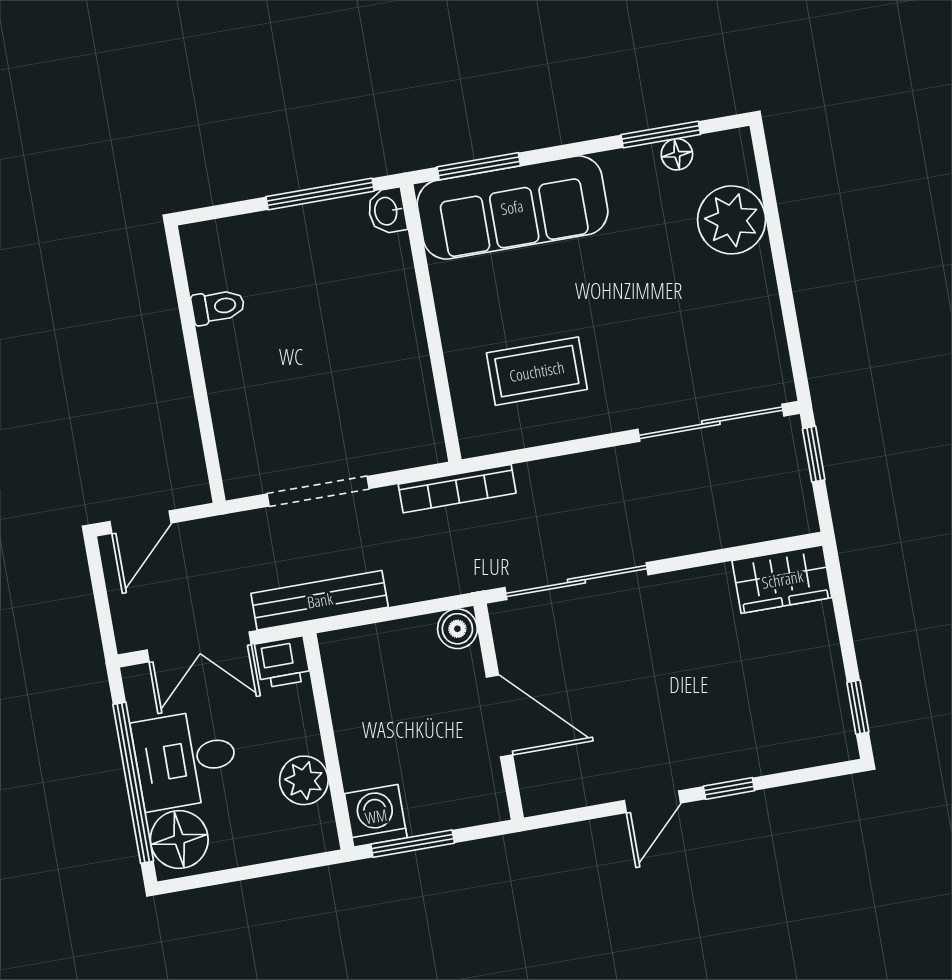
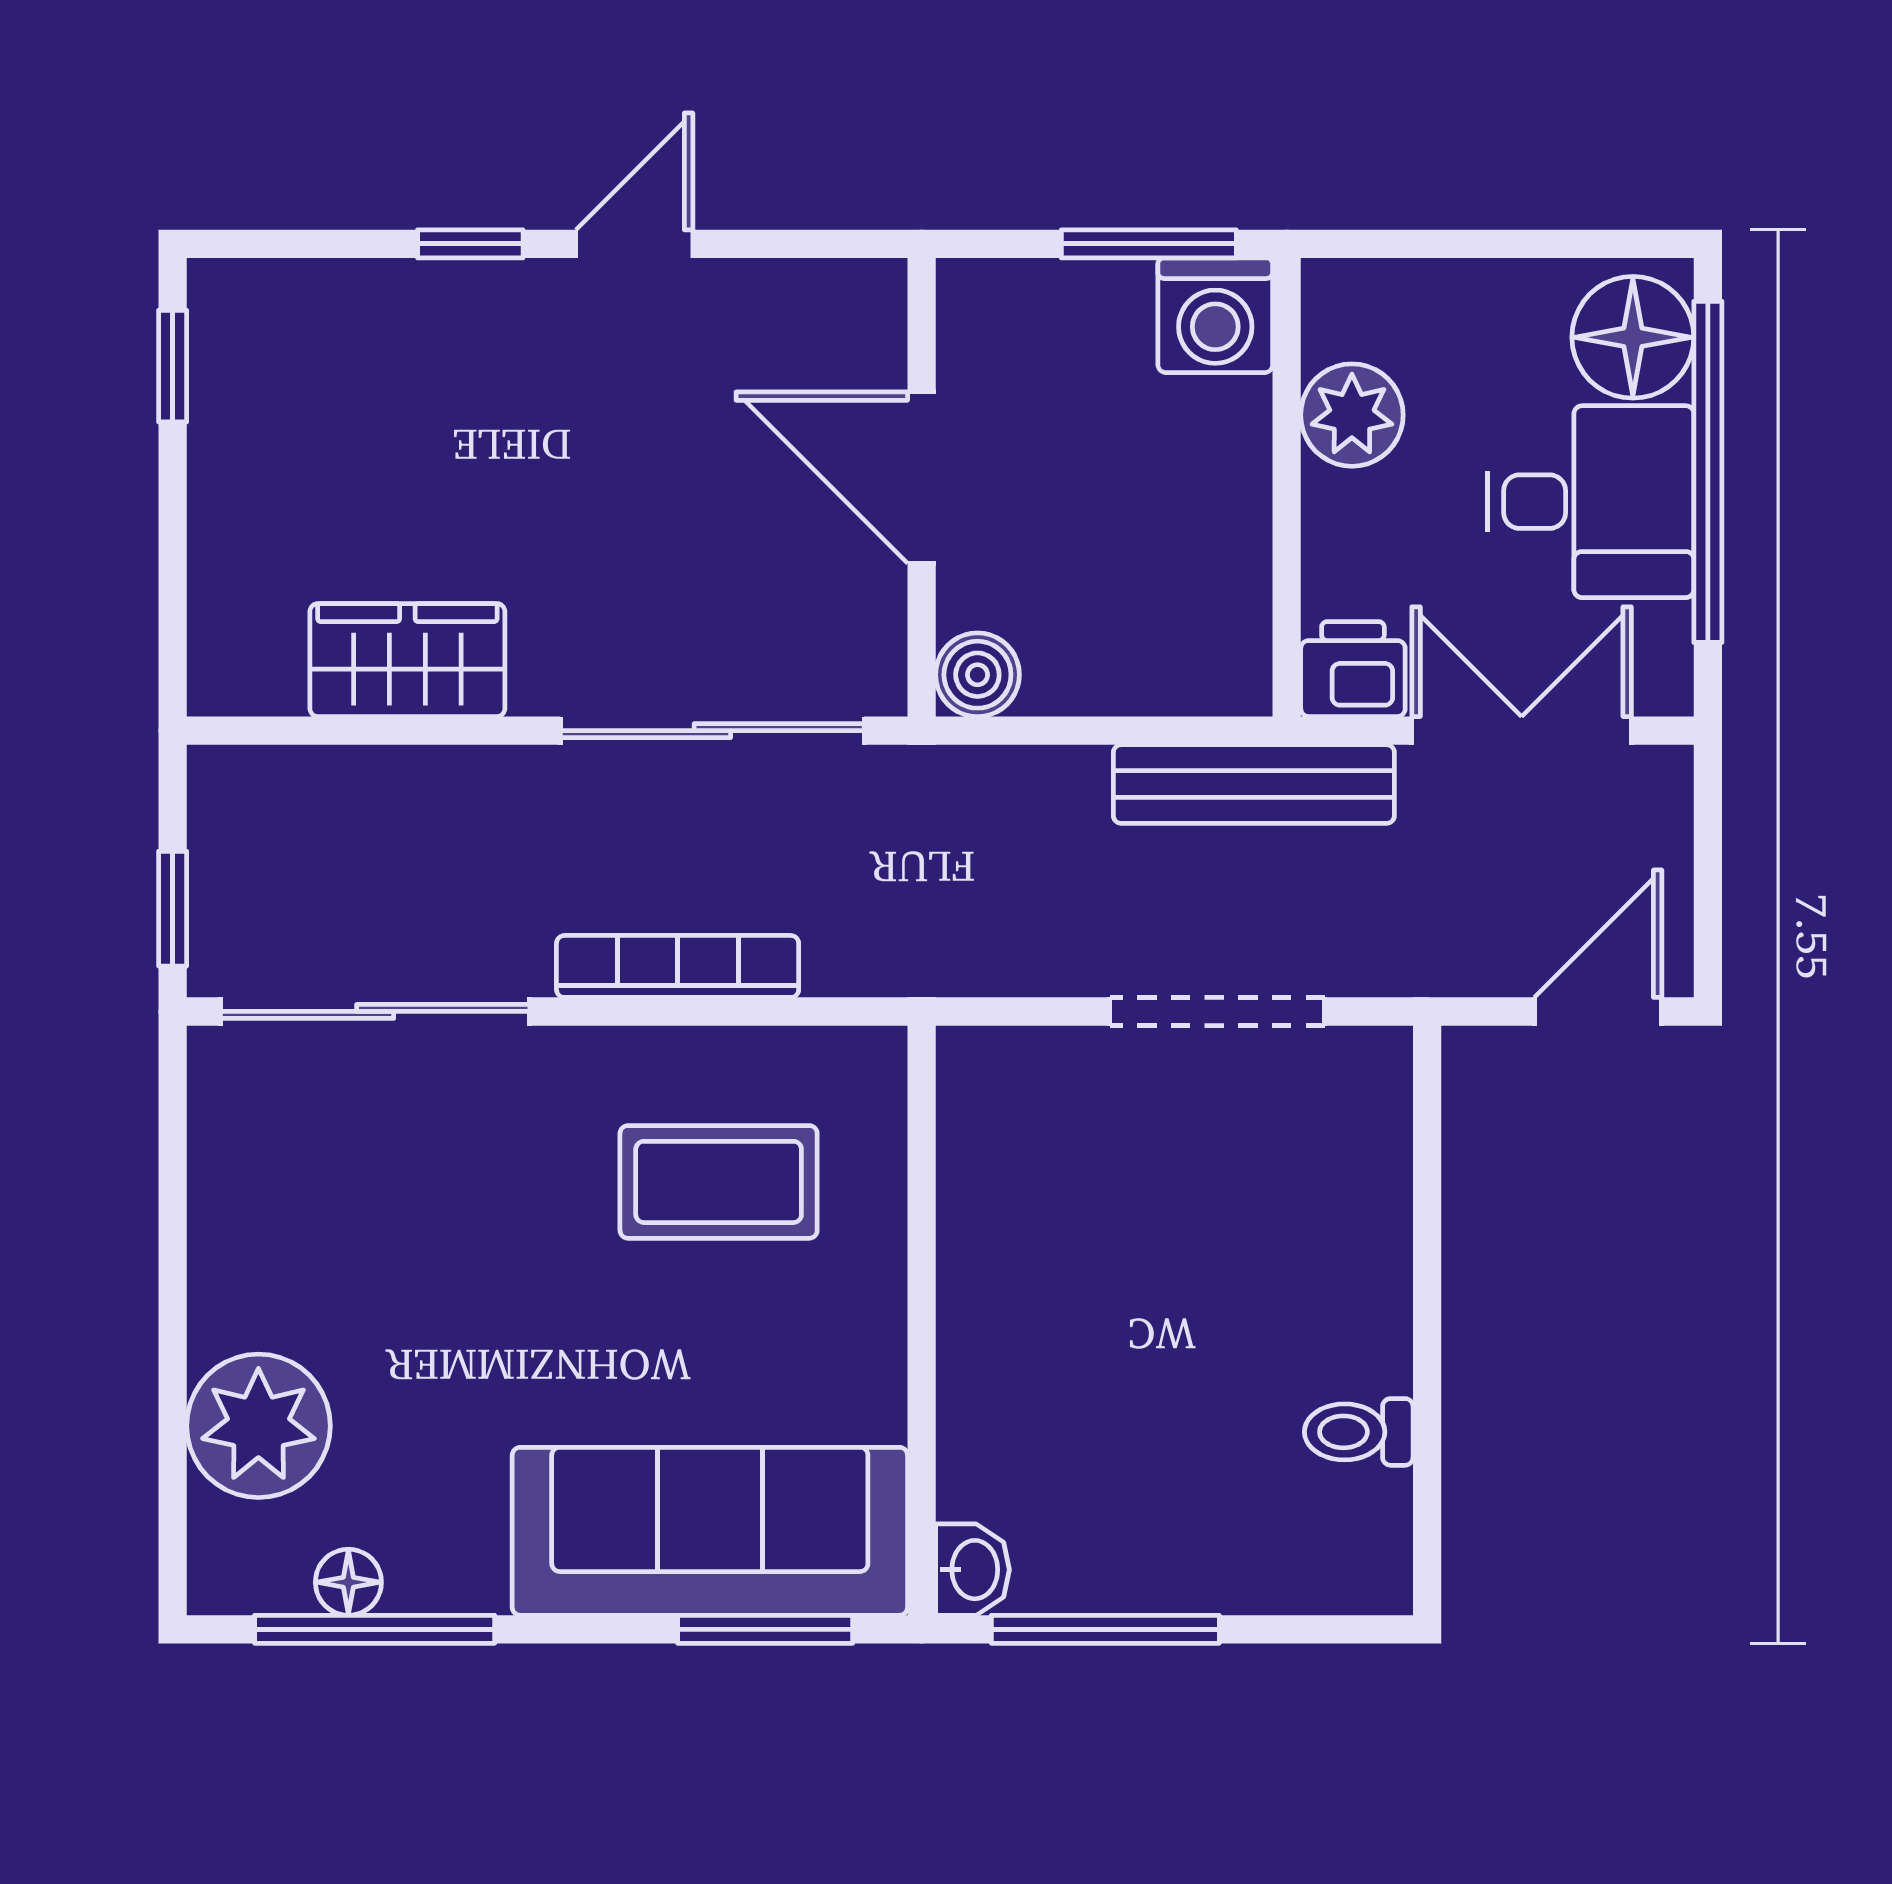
window: (661, 134) -> (375, 1629), width x1.44
bookcase: (457, 489) -> (678, 966), moved
wardrobe: (782, 579) -> (407, 660), moved

